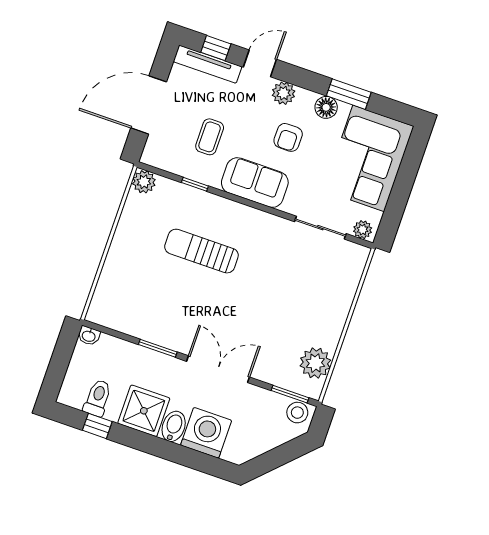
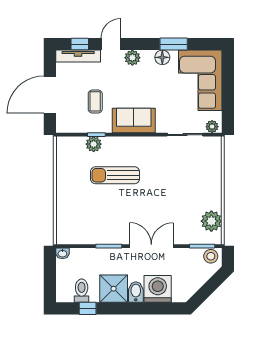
armchair: (288, 137) -> (145, 85), removed
plant: (144, 182) -> (94, 144), moved

